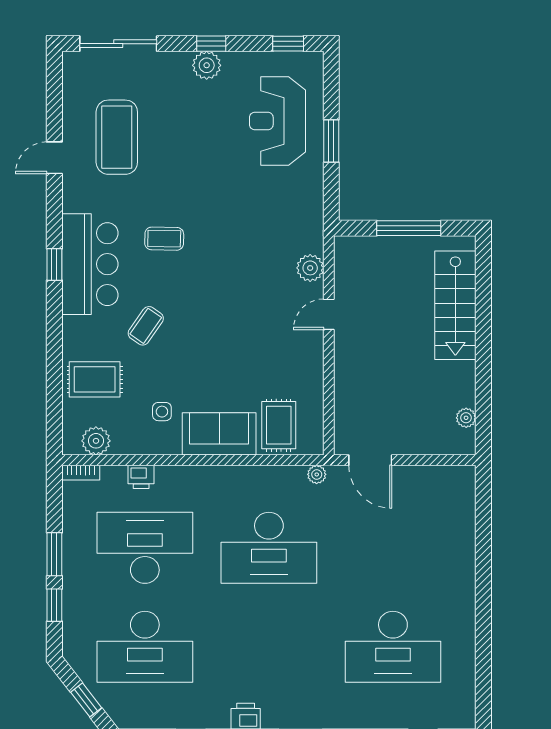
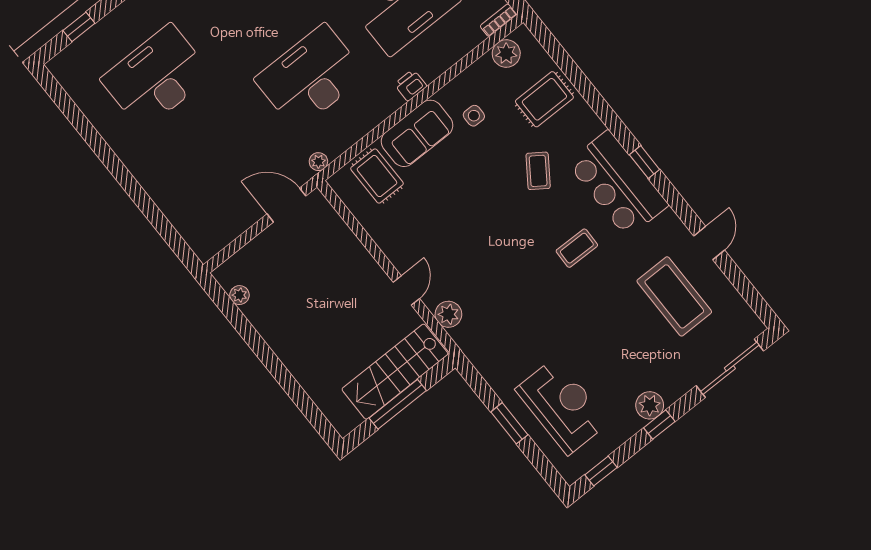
stairs: (455, 305) -> (395, 372), moved, turned -90
printer: (141, 477) -> (411, 85), moved

